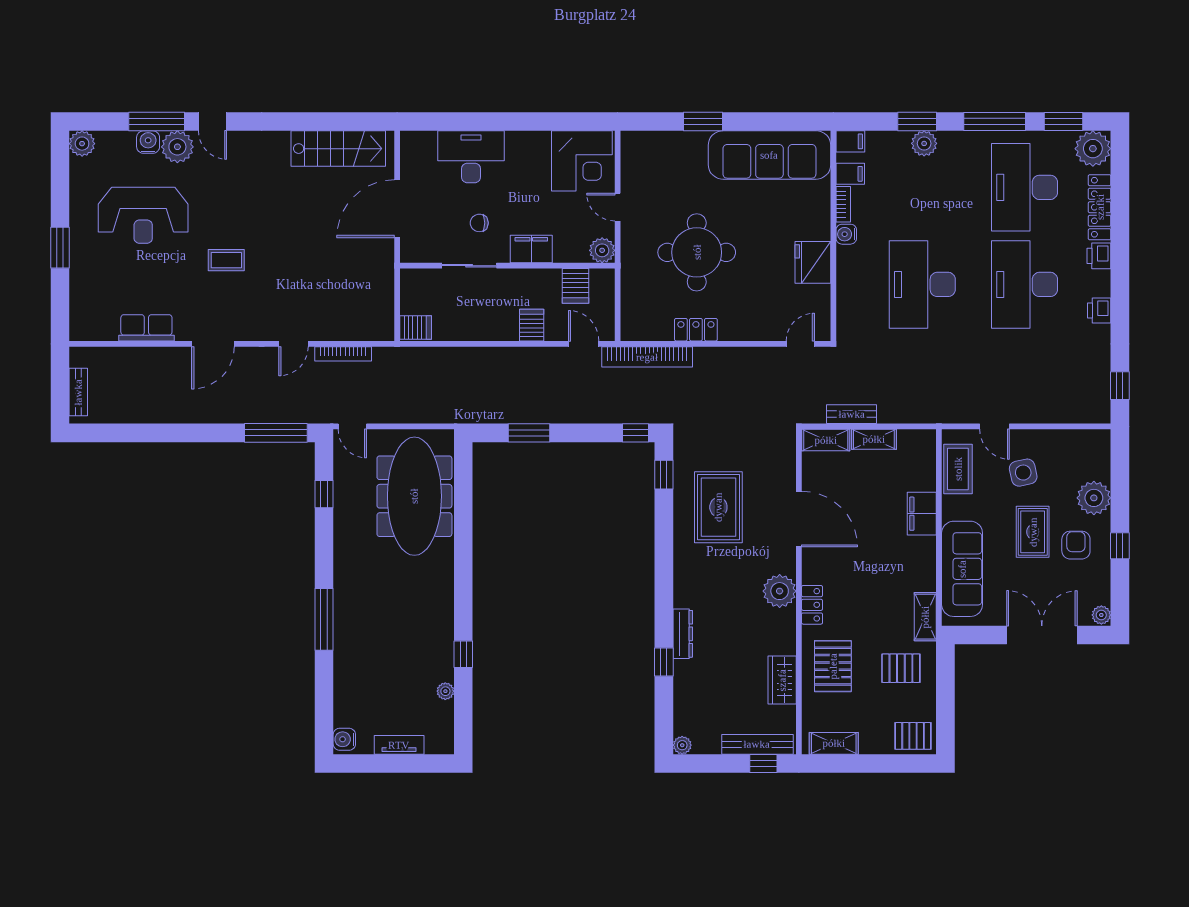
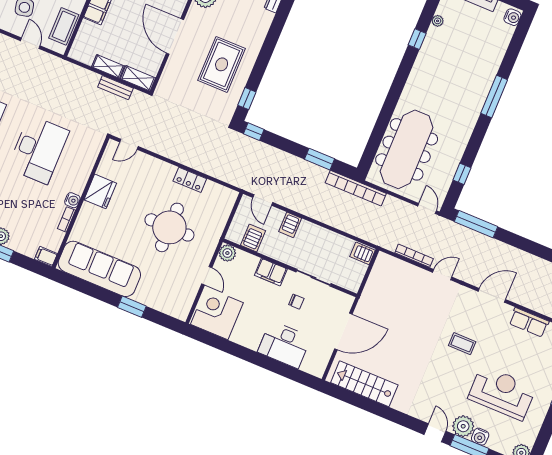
filing cabinet: (850, 174) -> (54, 236), removed
bookcase: (647, 357) -> (356, 188), moved, turned 180

